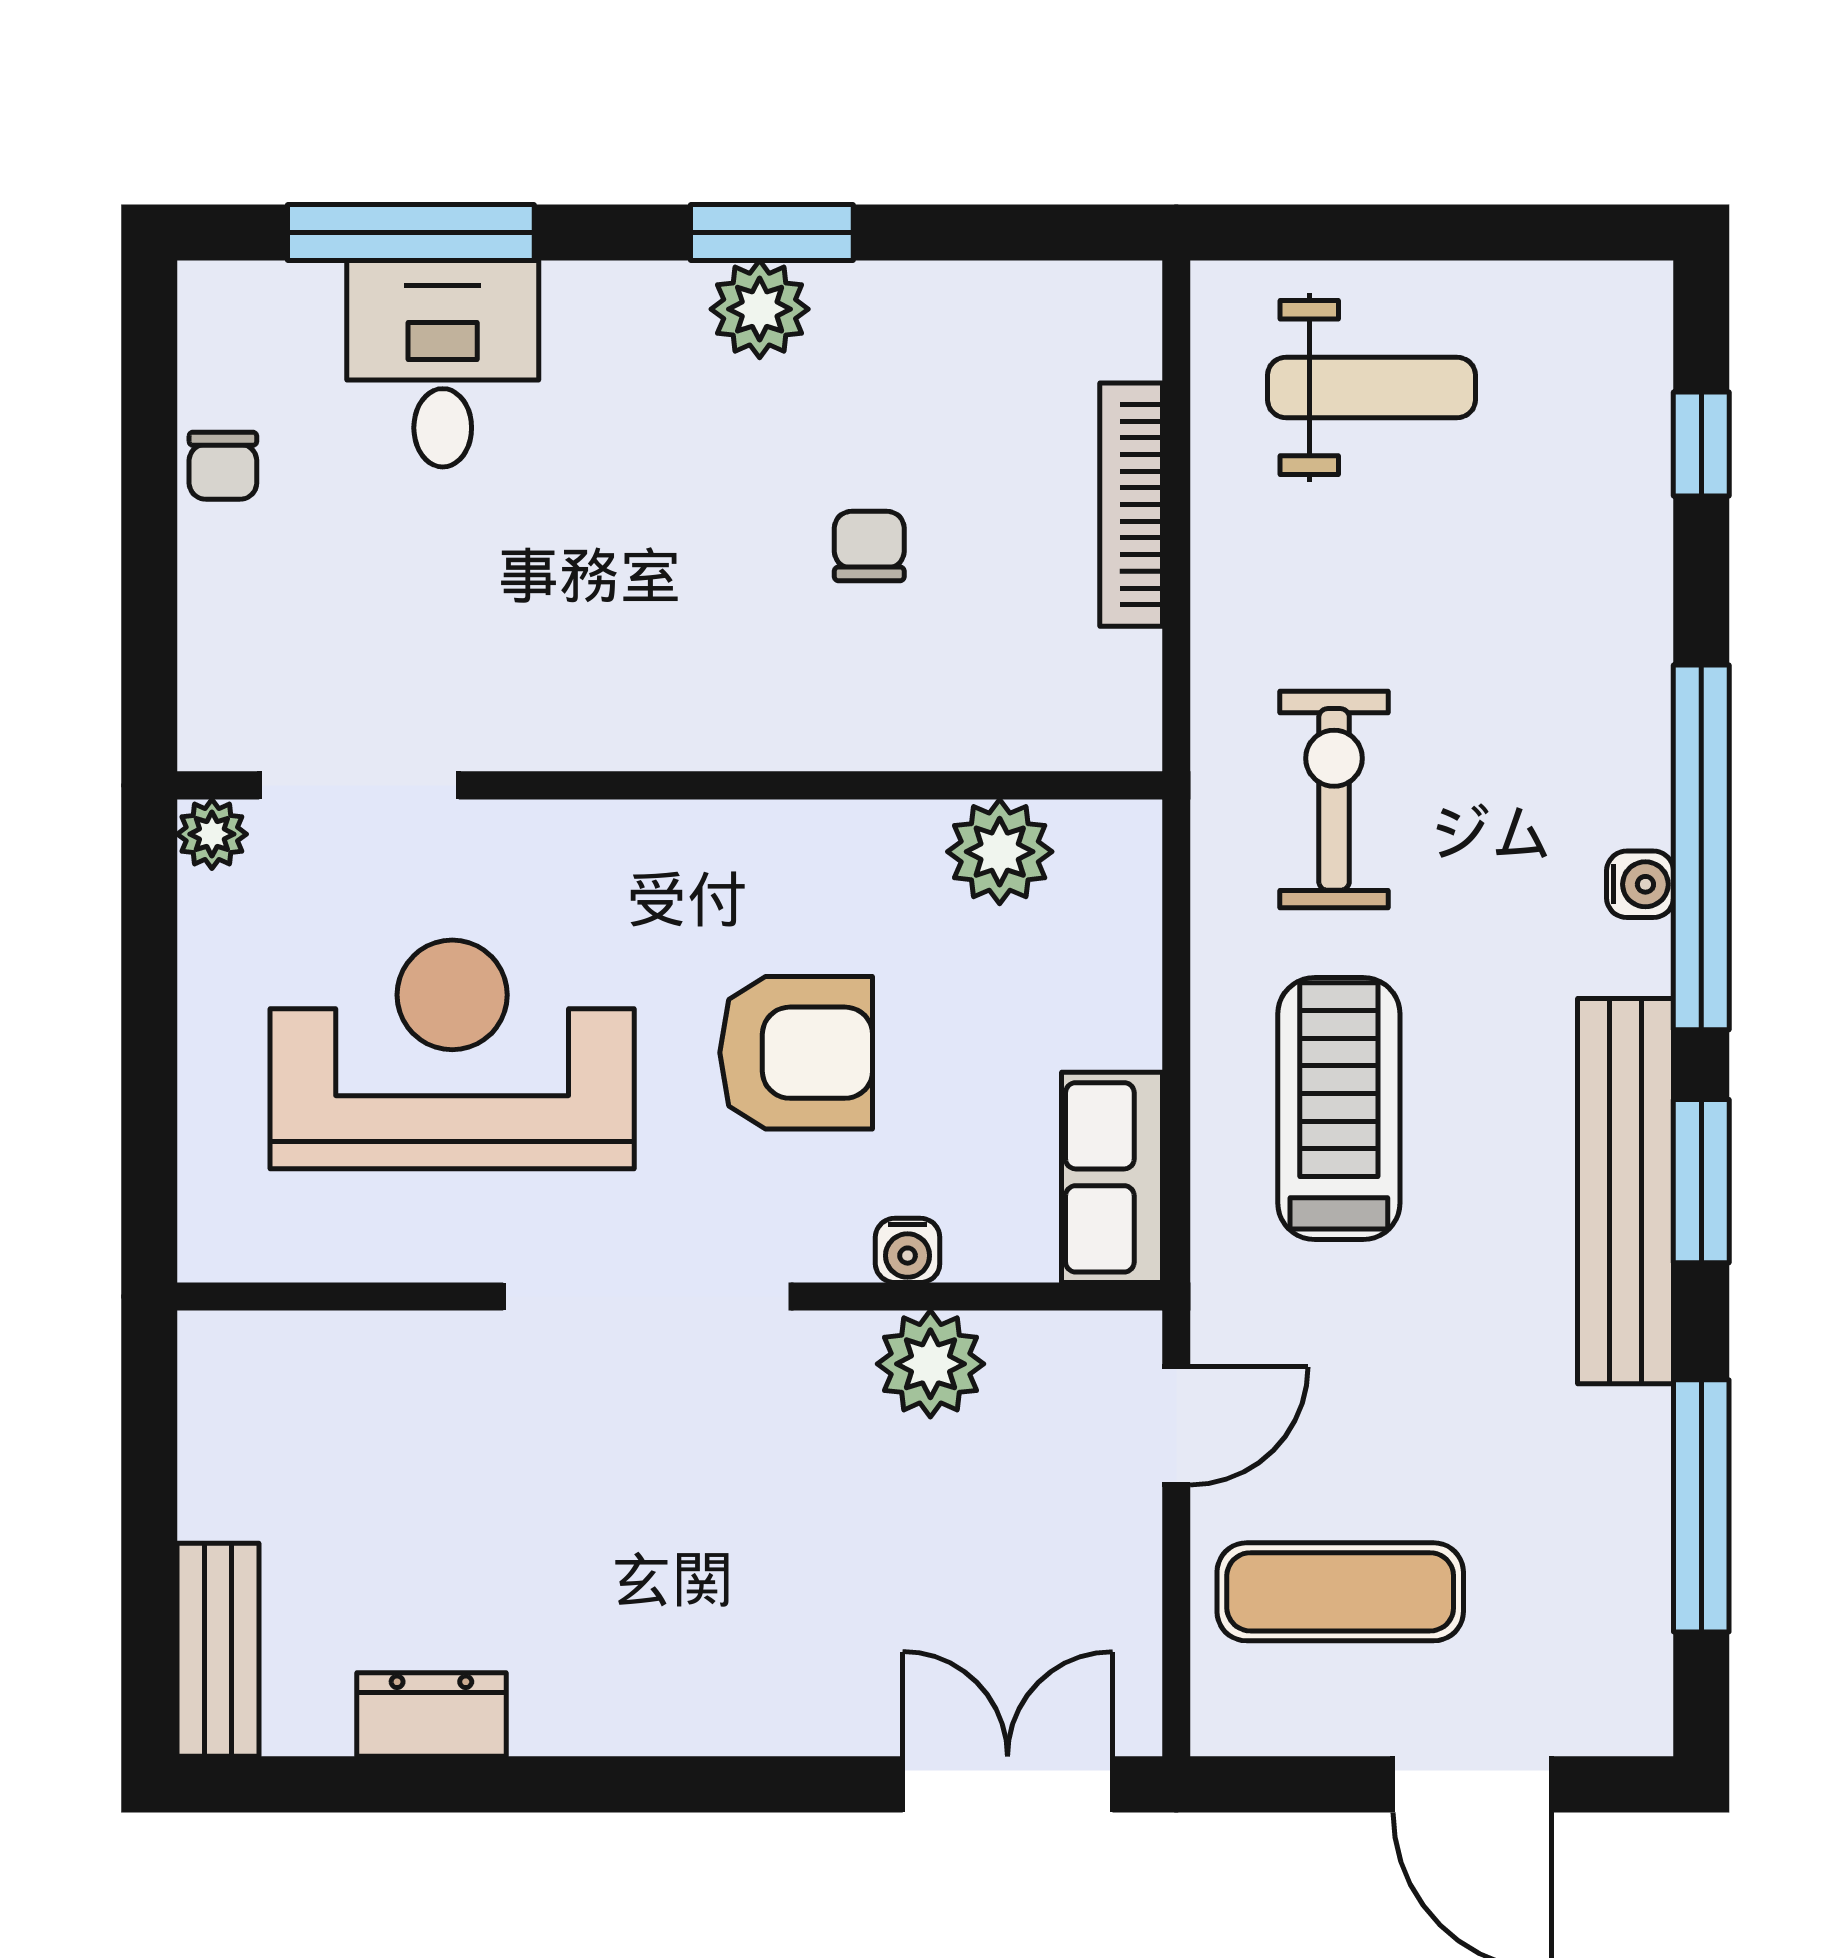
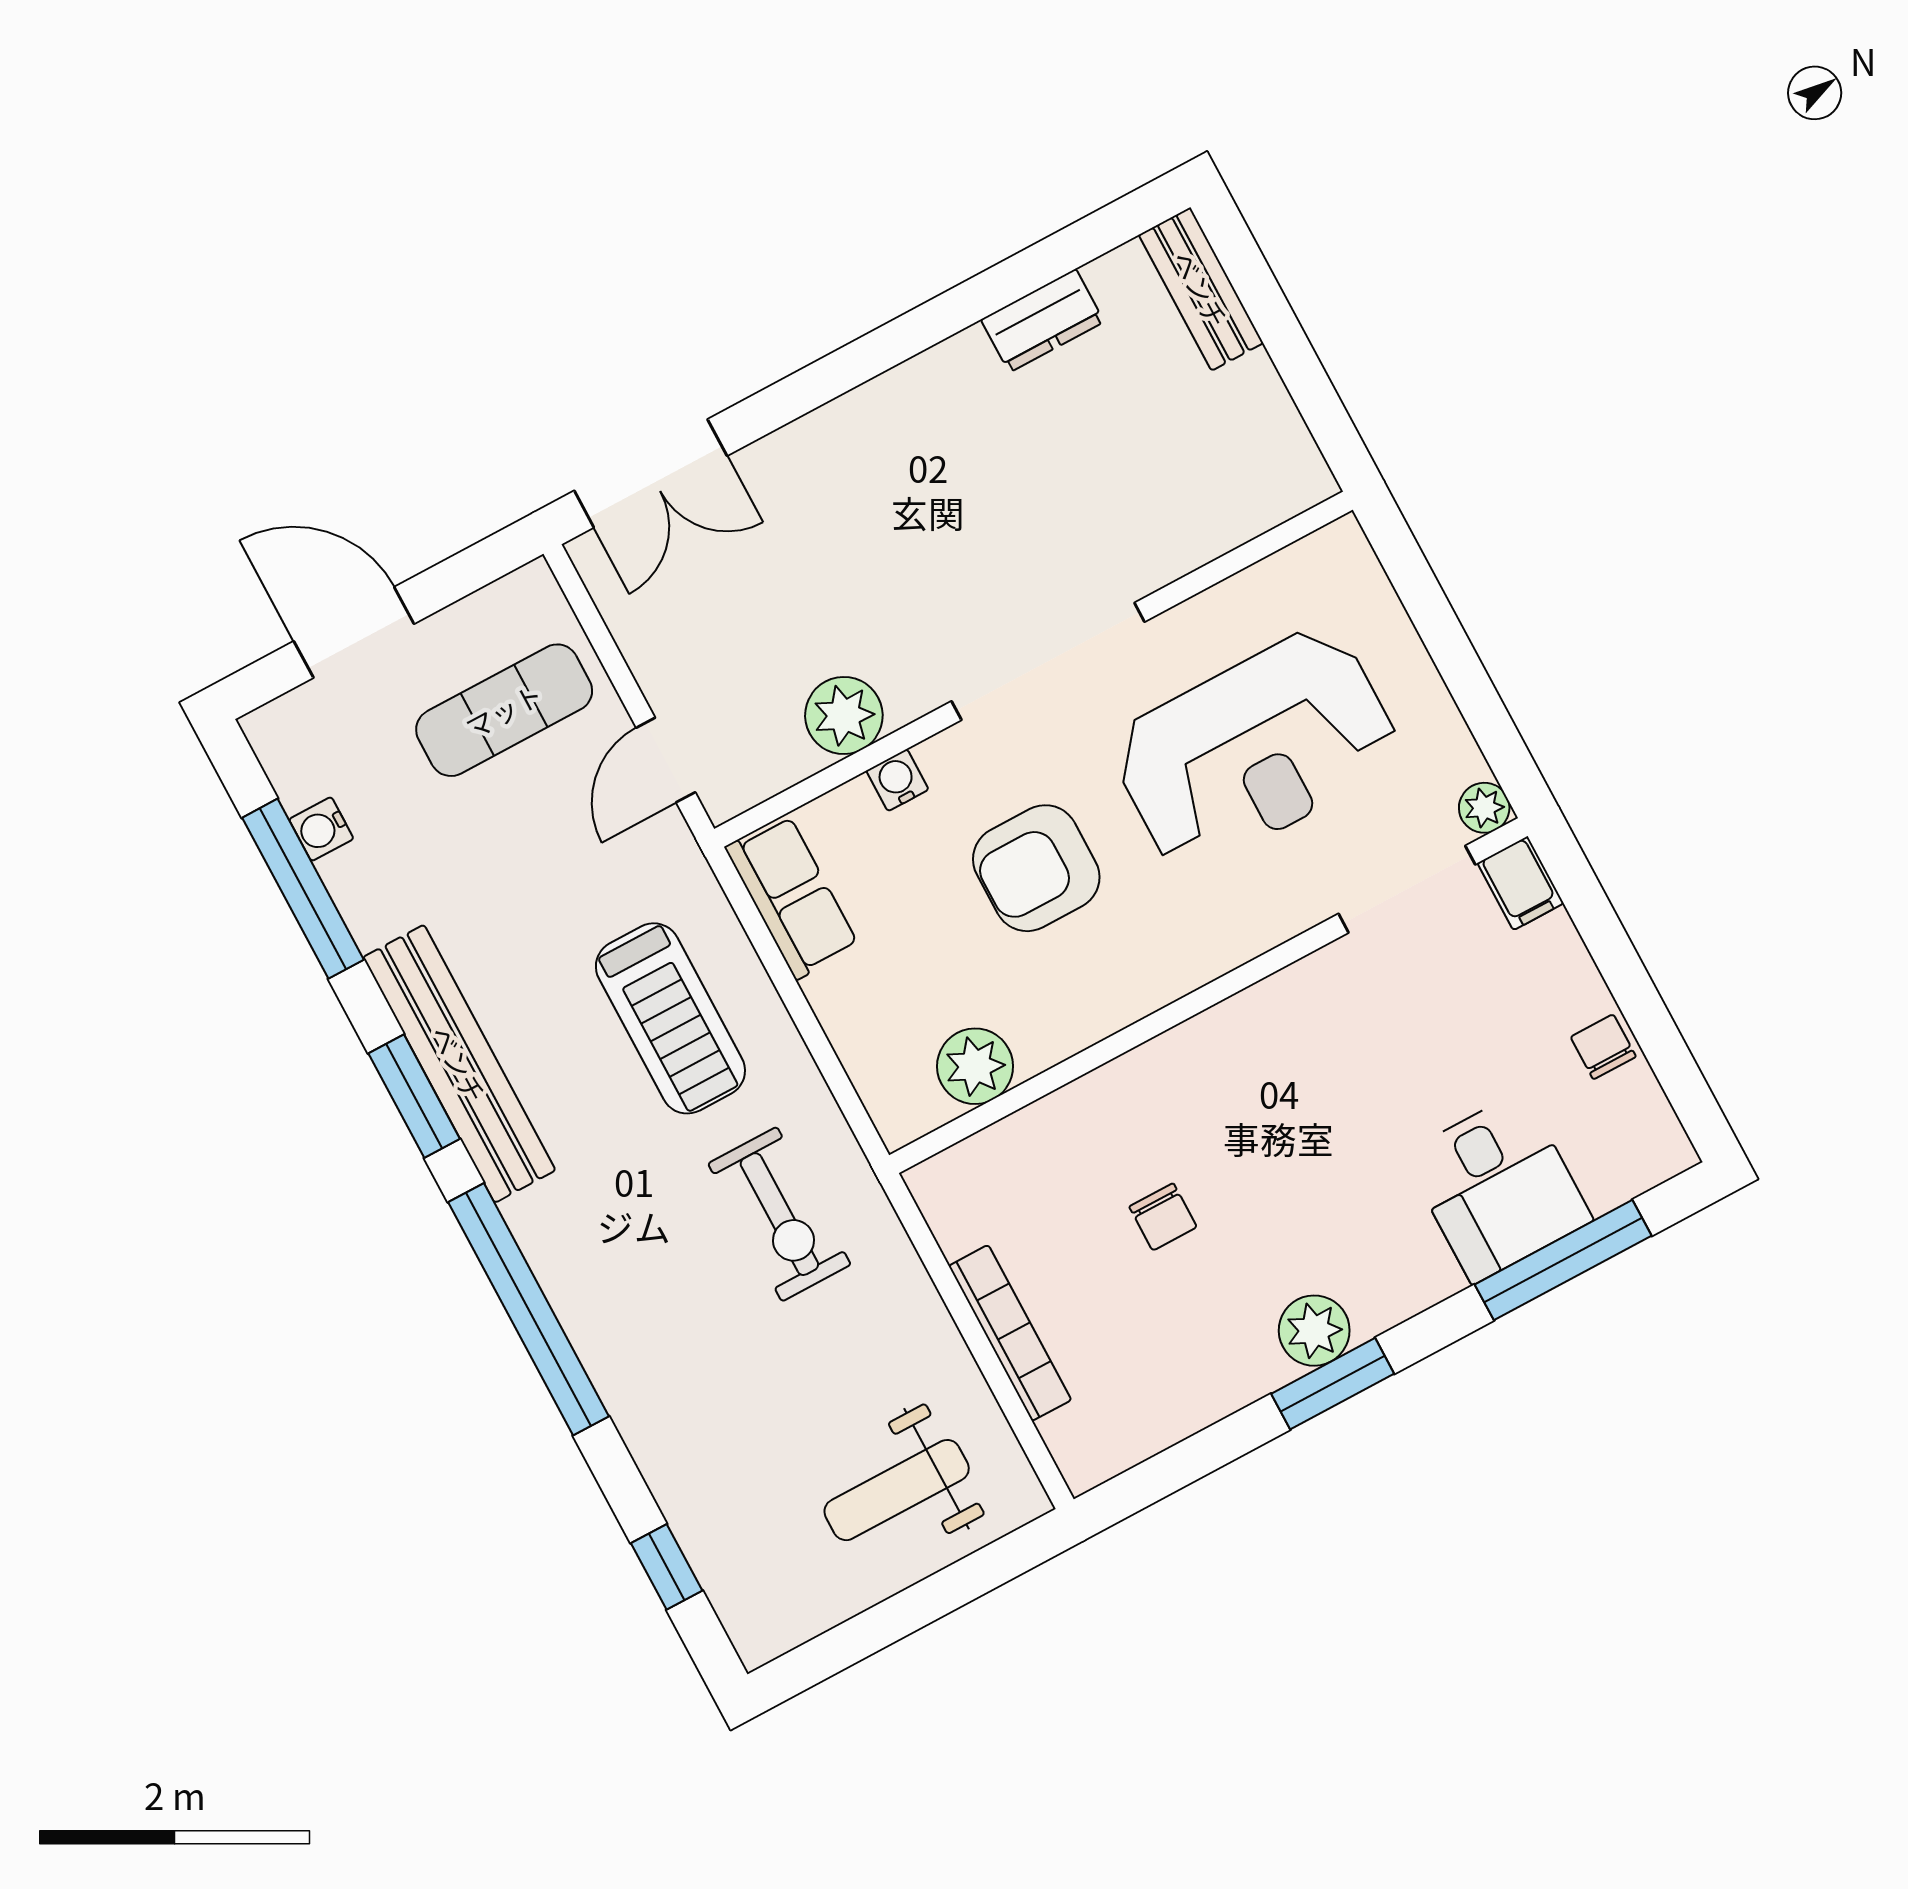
filing cabinet: (217, 719) -> (1521, 883), added
water cooler: (1640, 884) -> (321, 829), moved

